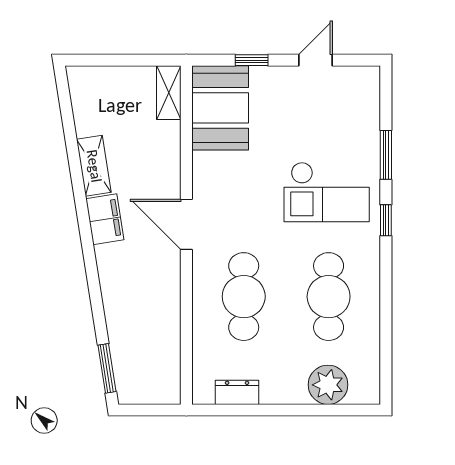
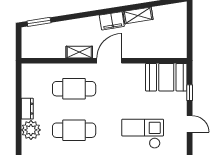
shelving: (169, 93) -> (79, 52), moved
checkout: (327, 192) -> (143, 134), moved, turned 90
dresser: (237, 392) -> (27, 109), moved

